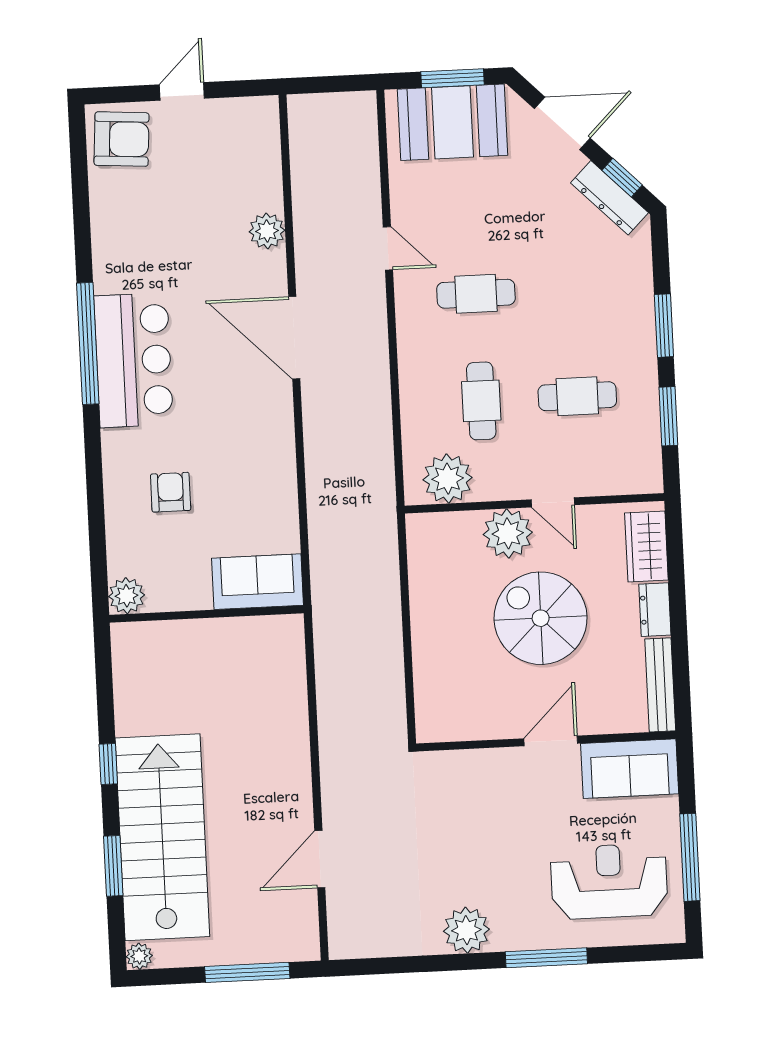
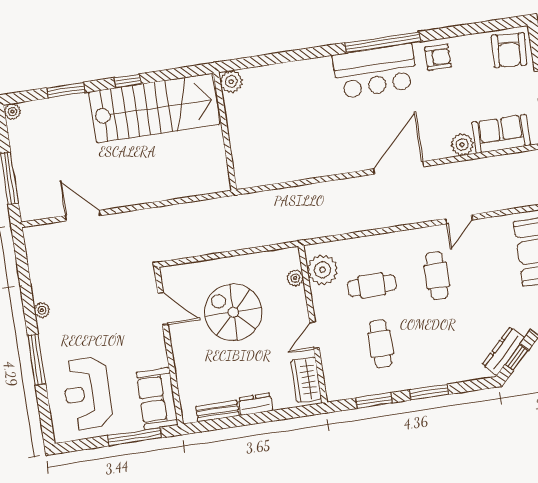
armchair: (171, 492) -> (438, 57), moved
plant: (508, 533) -> (295, 278), moved, width x0.53, depth x0.53
wardrobe: (646, 546) -> (306, 380), moved, turned -90
sofa: (258, 582) -> (501, 134), moved, turned -90
spiral stairs: (541, 618) -> (233, 312), moved, turned -90
bench: (660, 685) -> (217, 411), width x0.73
door: (551, 741) -> (163, 309), moved
stairs: (162, 837) -> (154, 108), moved
window: (690, 857) -> (135, 437), moved
reception desk: (609, 881) -> (87, 393), turned 180
plant: (466, 930) -> (42, 310), width x0.53, depth x0.53

